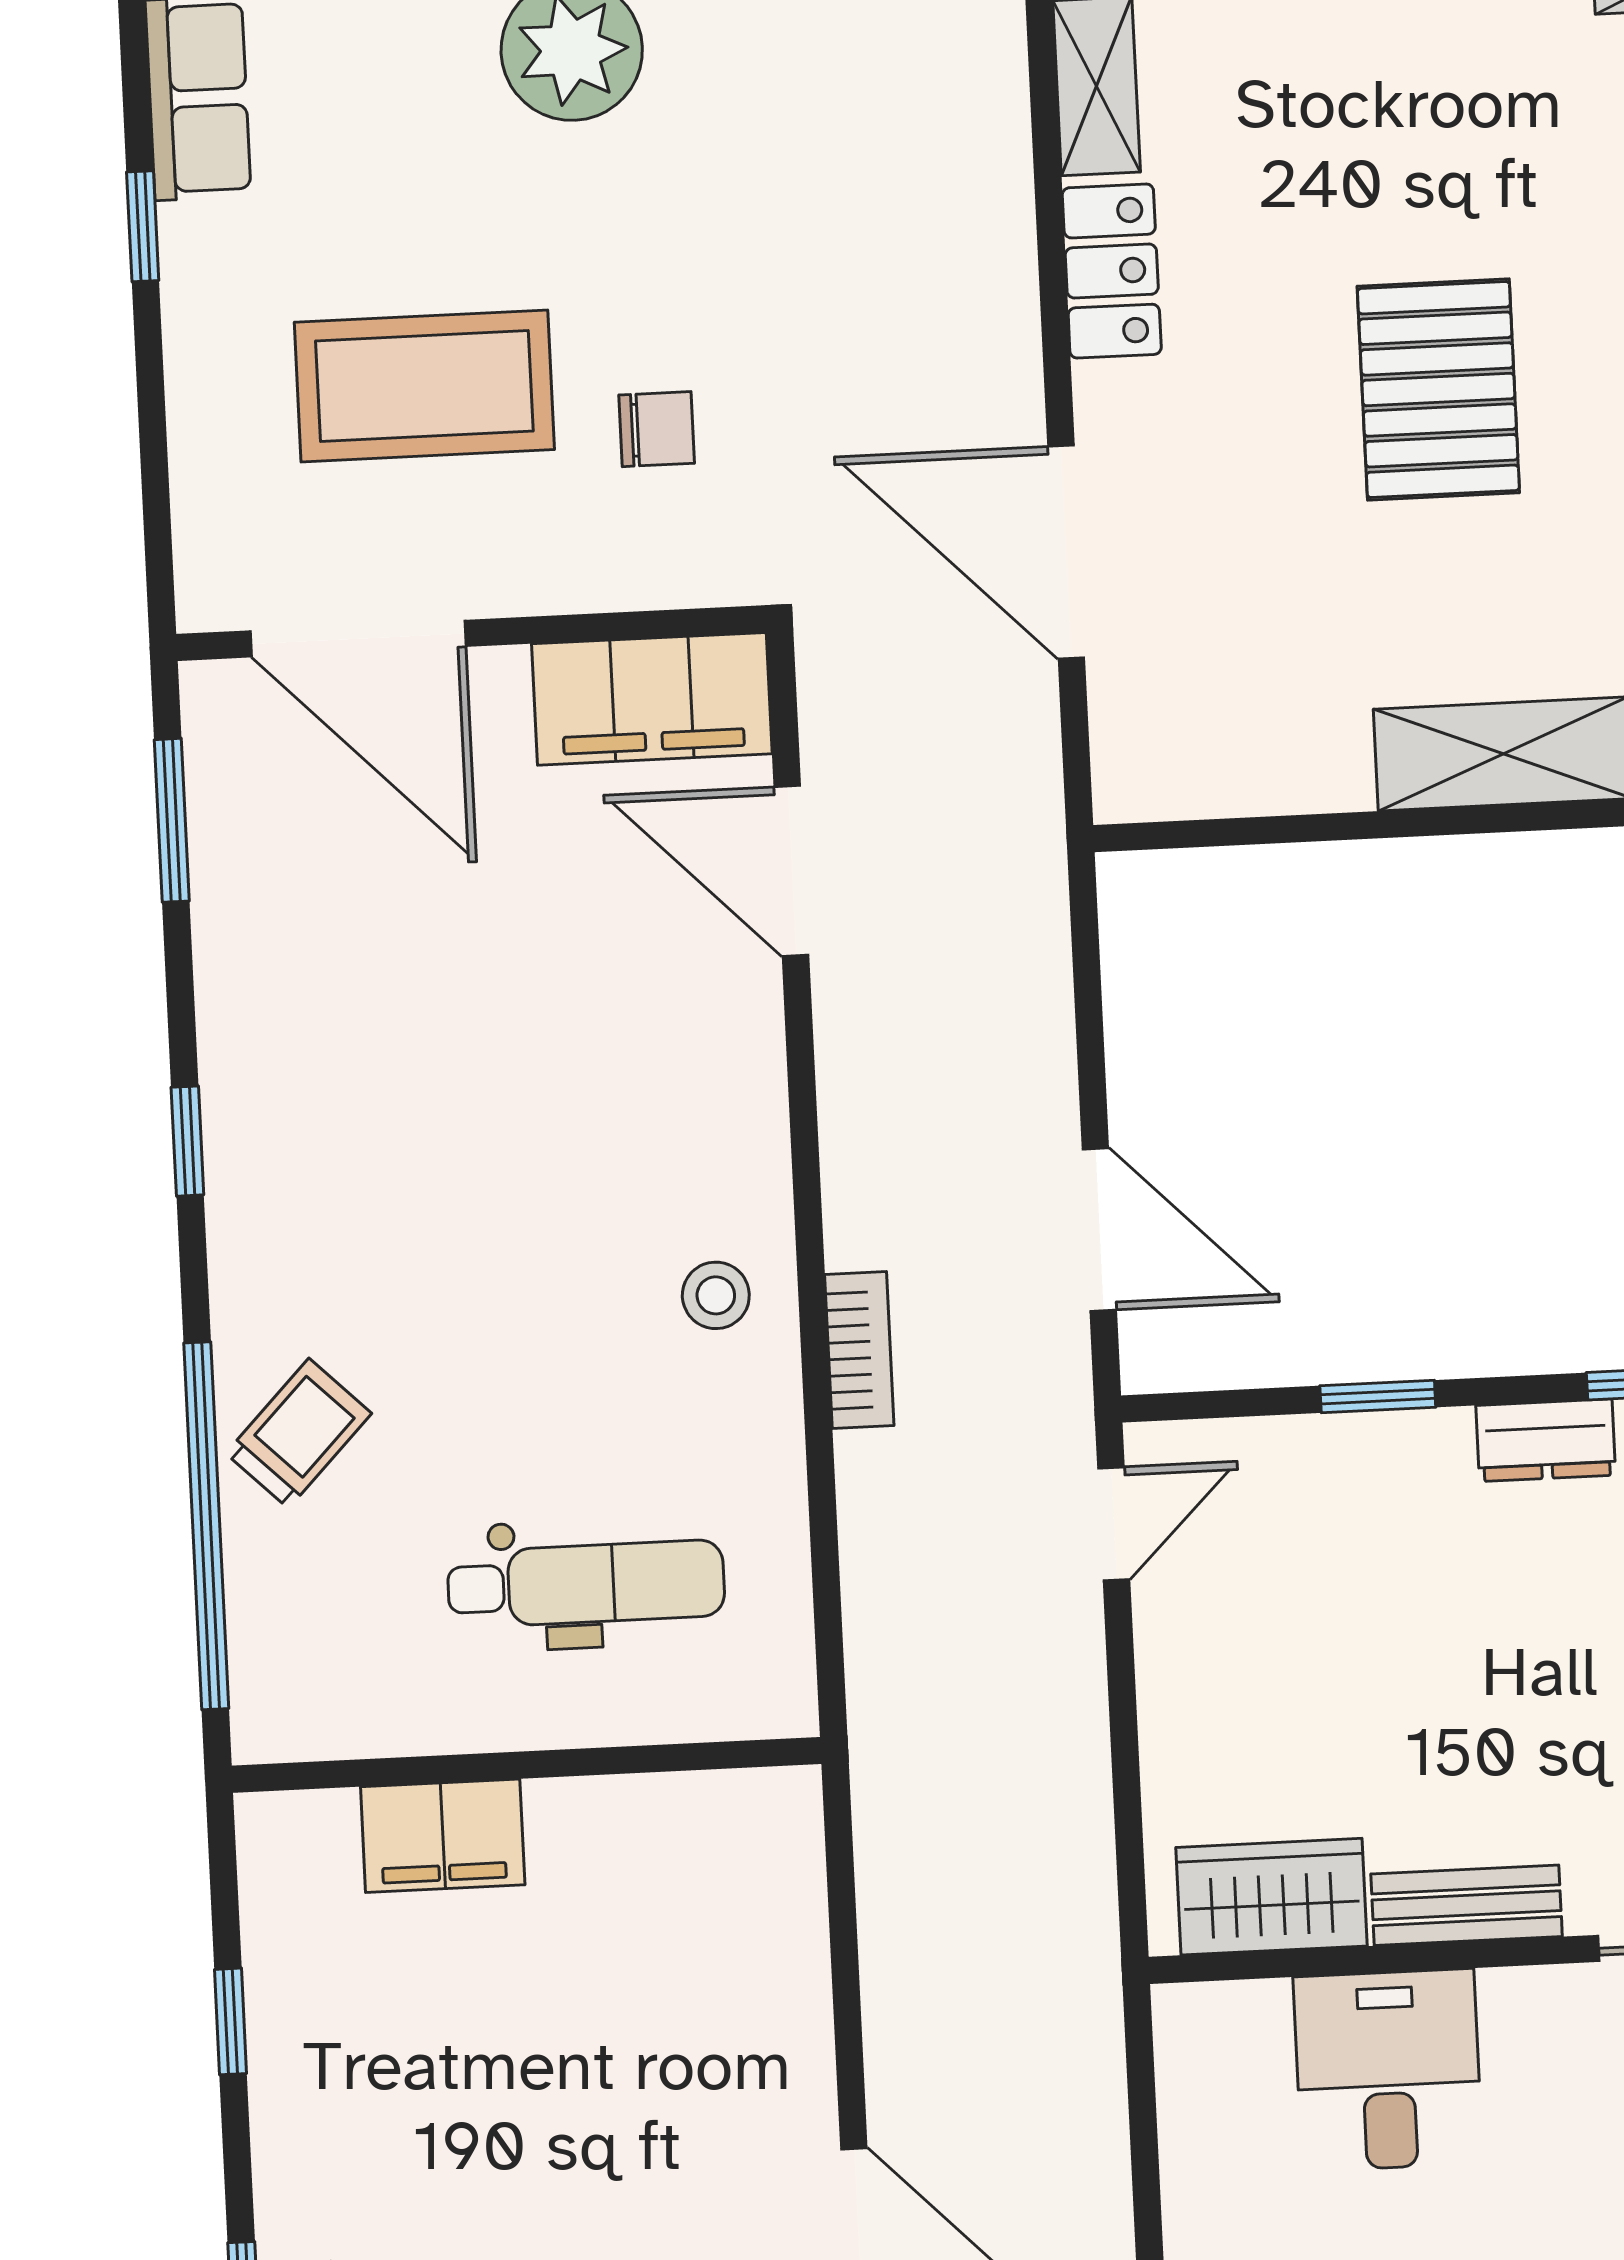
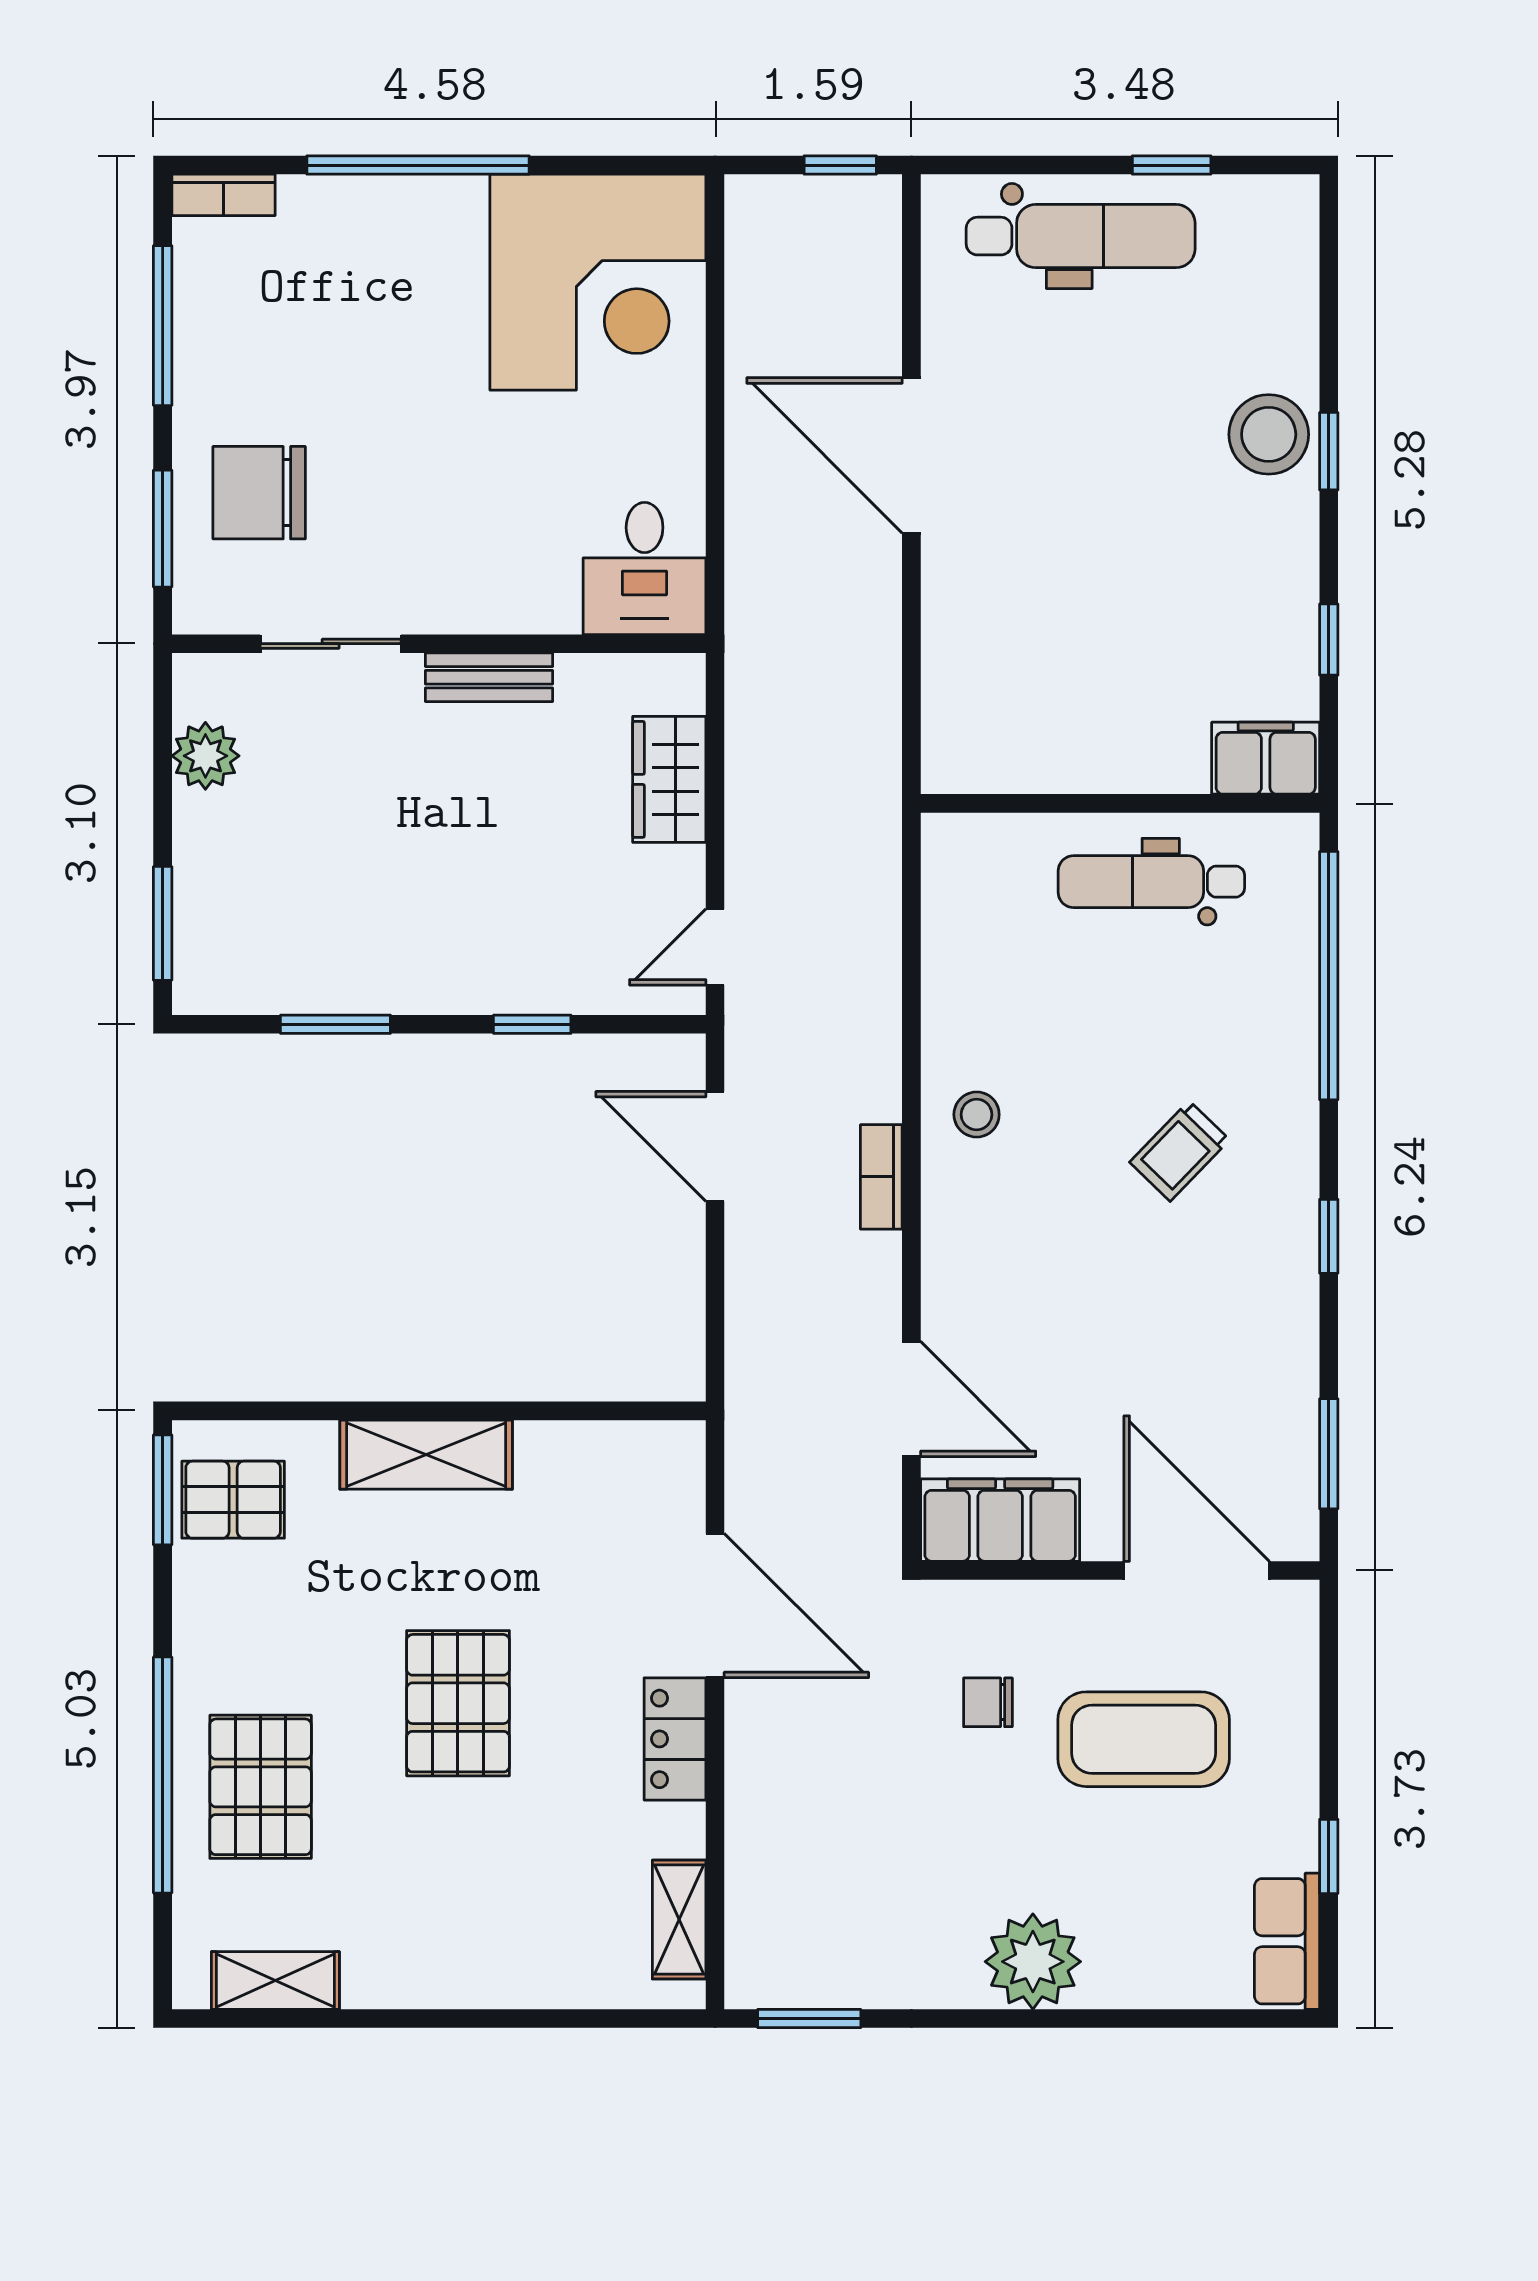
locker: (1112, 271) -> (675, 1739), moved
bookcase: (859, 1350) -> (881, 1177), moved
trolley: (299, 1433) -> (1180, 1151), moved
dresser: (1546, 1440) -> (420, 989), removed
dental chair: (586, 1584) -> (1151, 882), moved
filing cabinet: (443, 1836) -> (1266, 758), moved
wardrobe: (1271, 1897) -> (669, 779), moved, turned 90
desk: (1388, 2070) -> (645, 568), moved

